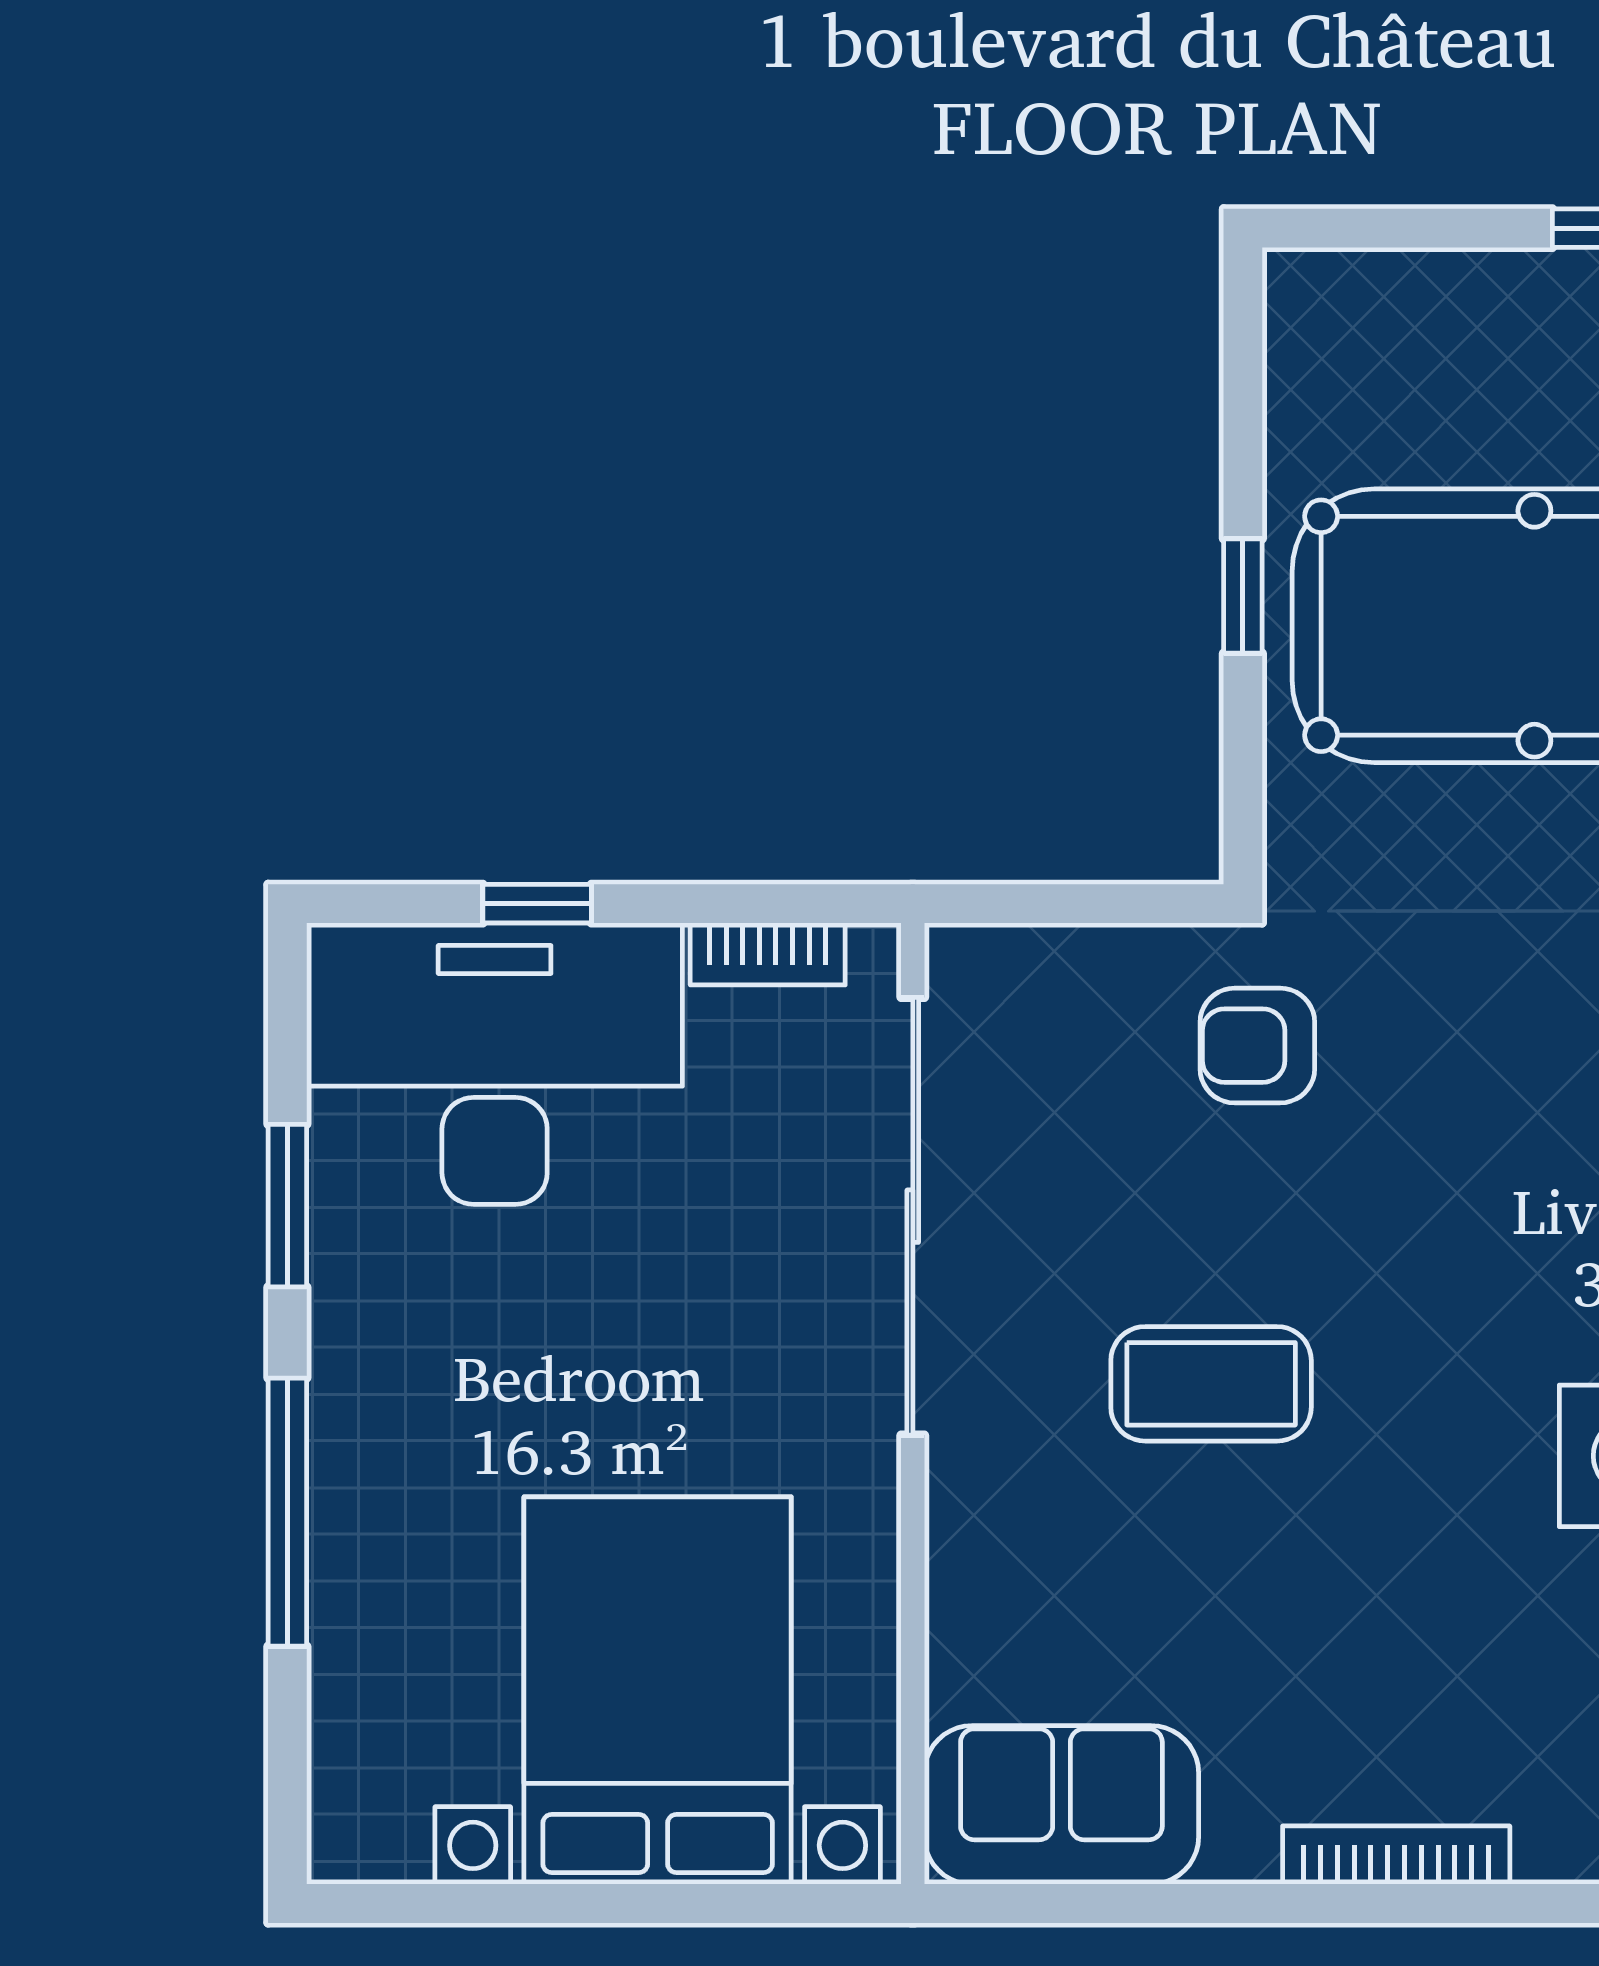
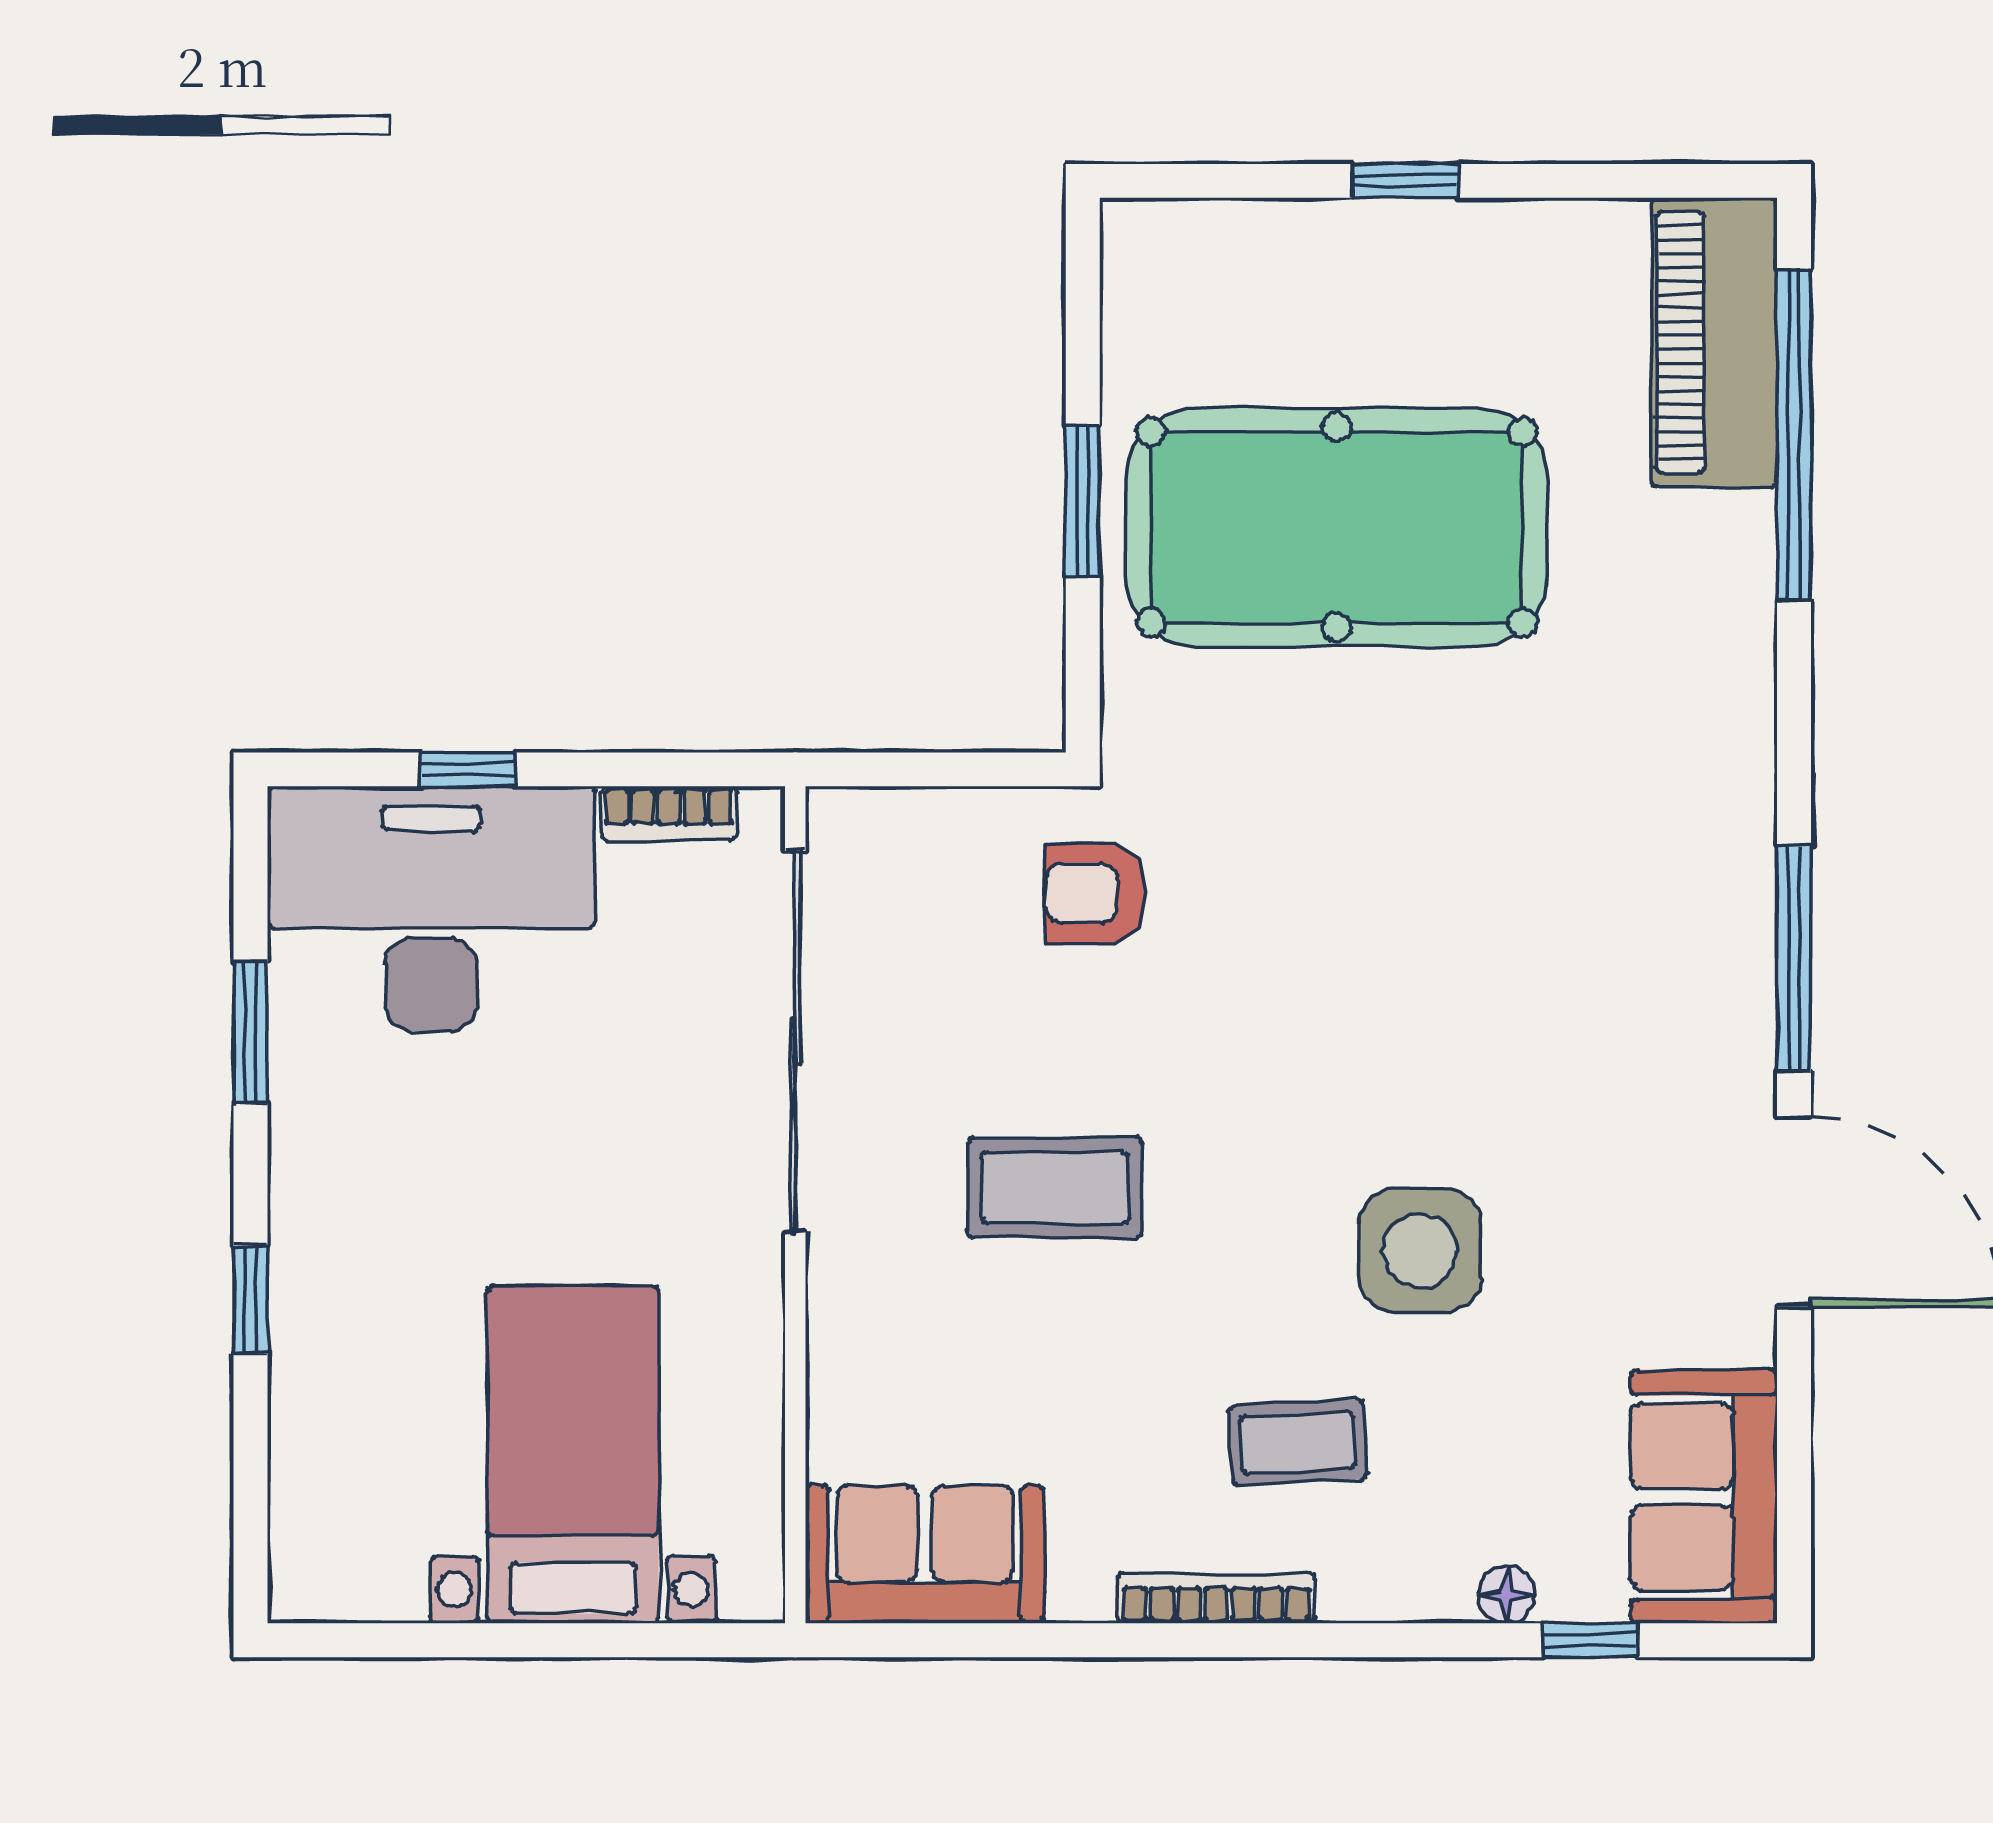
window: (1243, 596) -> (1083, 501), width x1.50
window: (287, 1512) -> (250, 1299), width x0.46
coffee table: (1489, 1676) -> (1298, 1442), added
bed with nightstands: (658, 1691) -> (573, 1455), width x0.73

